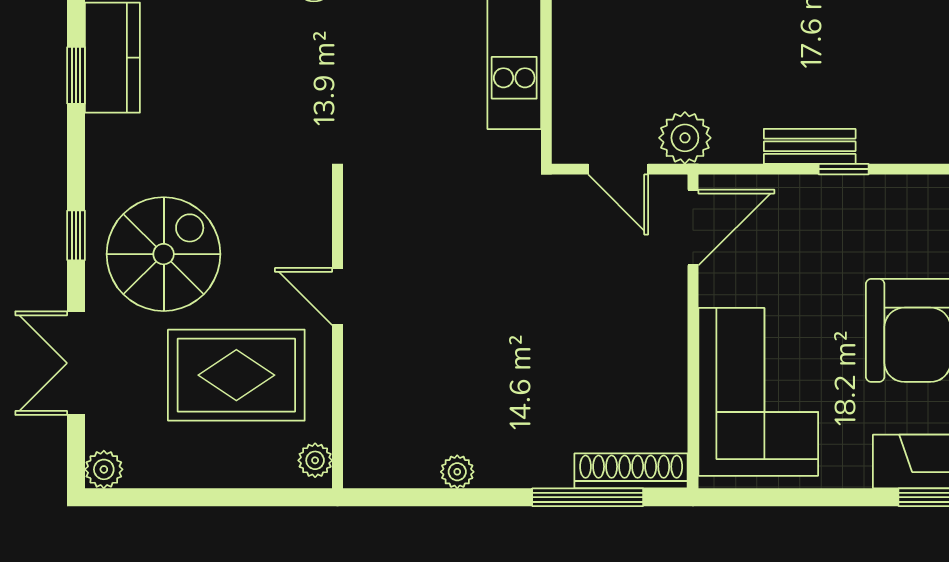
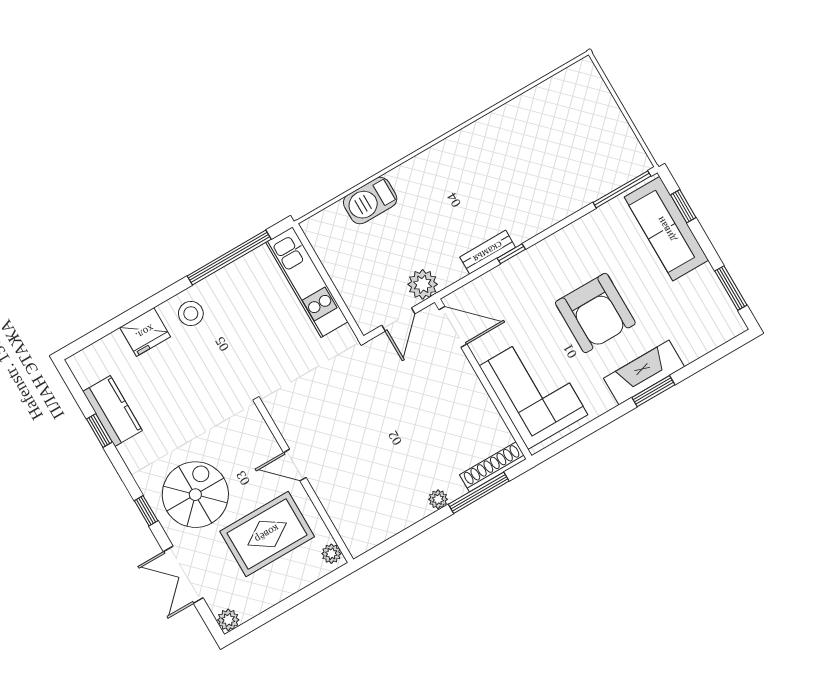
door: (618, 169) -> (398, 319), hinge flipped
door: (693, 227) -> (453, 327), hinge flipped
plant: (457, 472) -> (438, 499), moved

